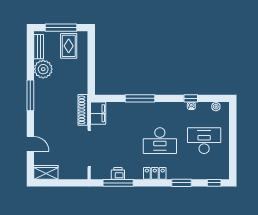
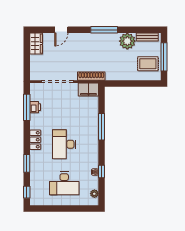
desk: (204, 141) -> (64, 183), turned 90

